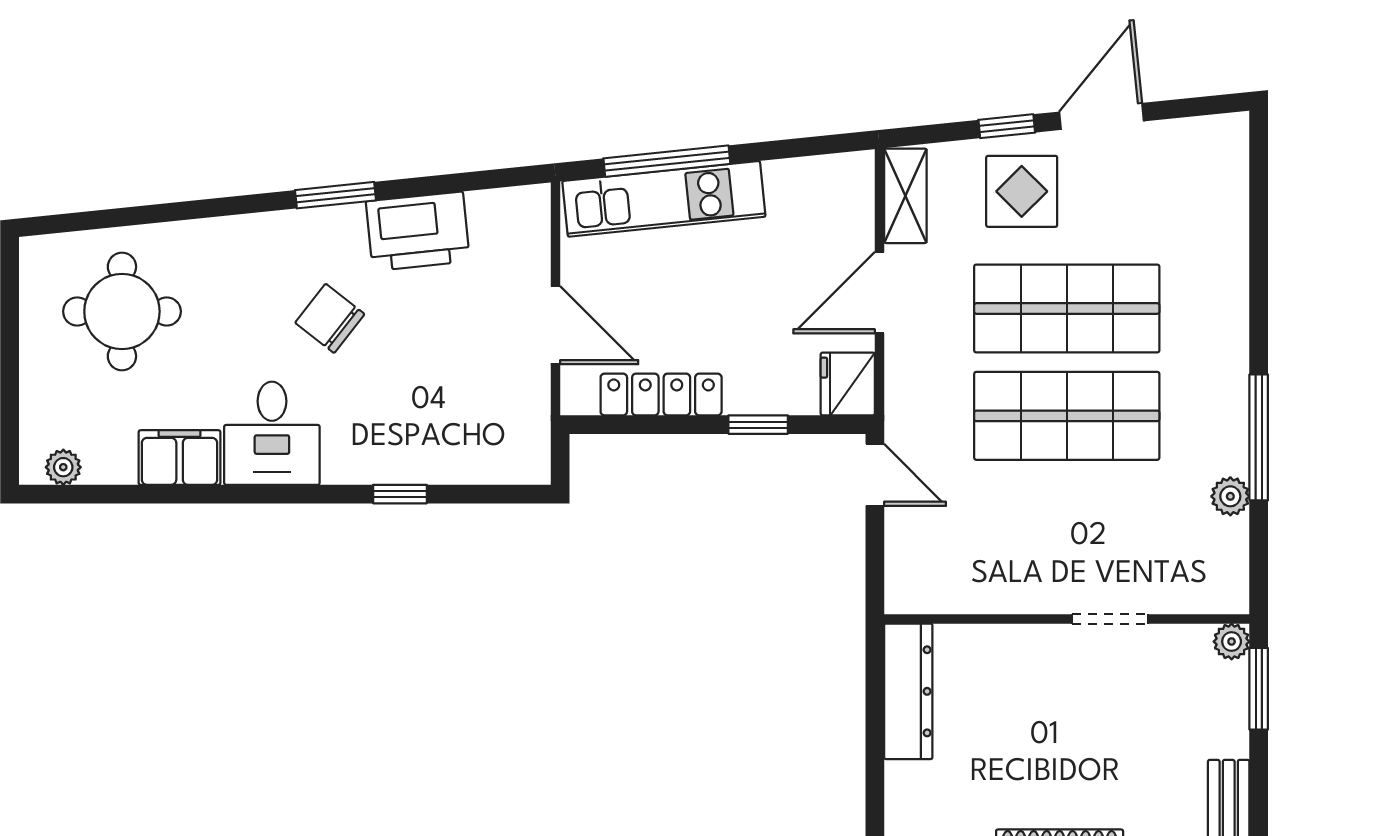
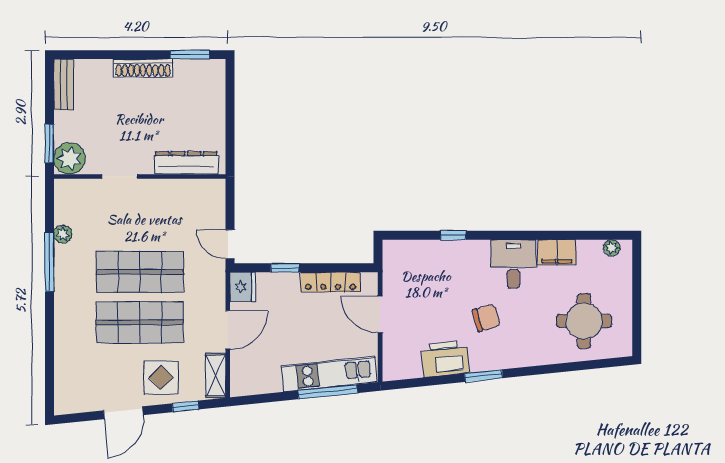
window: (1007, 126) -> (185, 406), moved
chair: (330, 318) -> (486, 318), turned -54
plant: (1232, 642) -> (70, 158), width x1.88, depth x1.88
dresser: (908, 691) -> (186, 163), moved, turned 90

